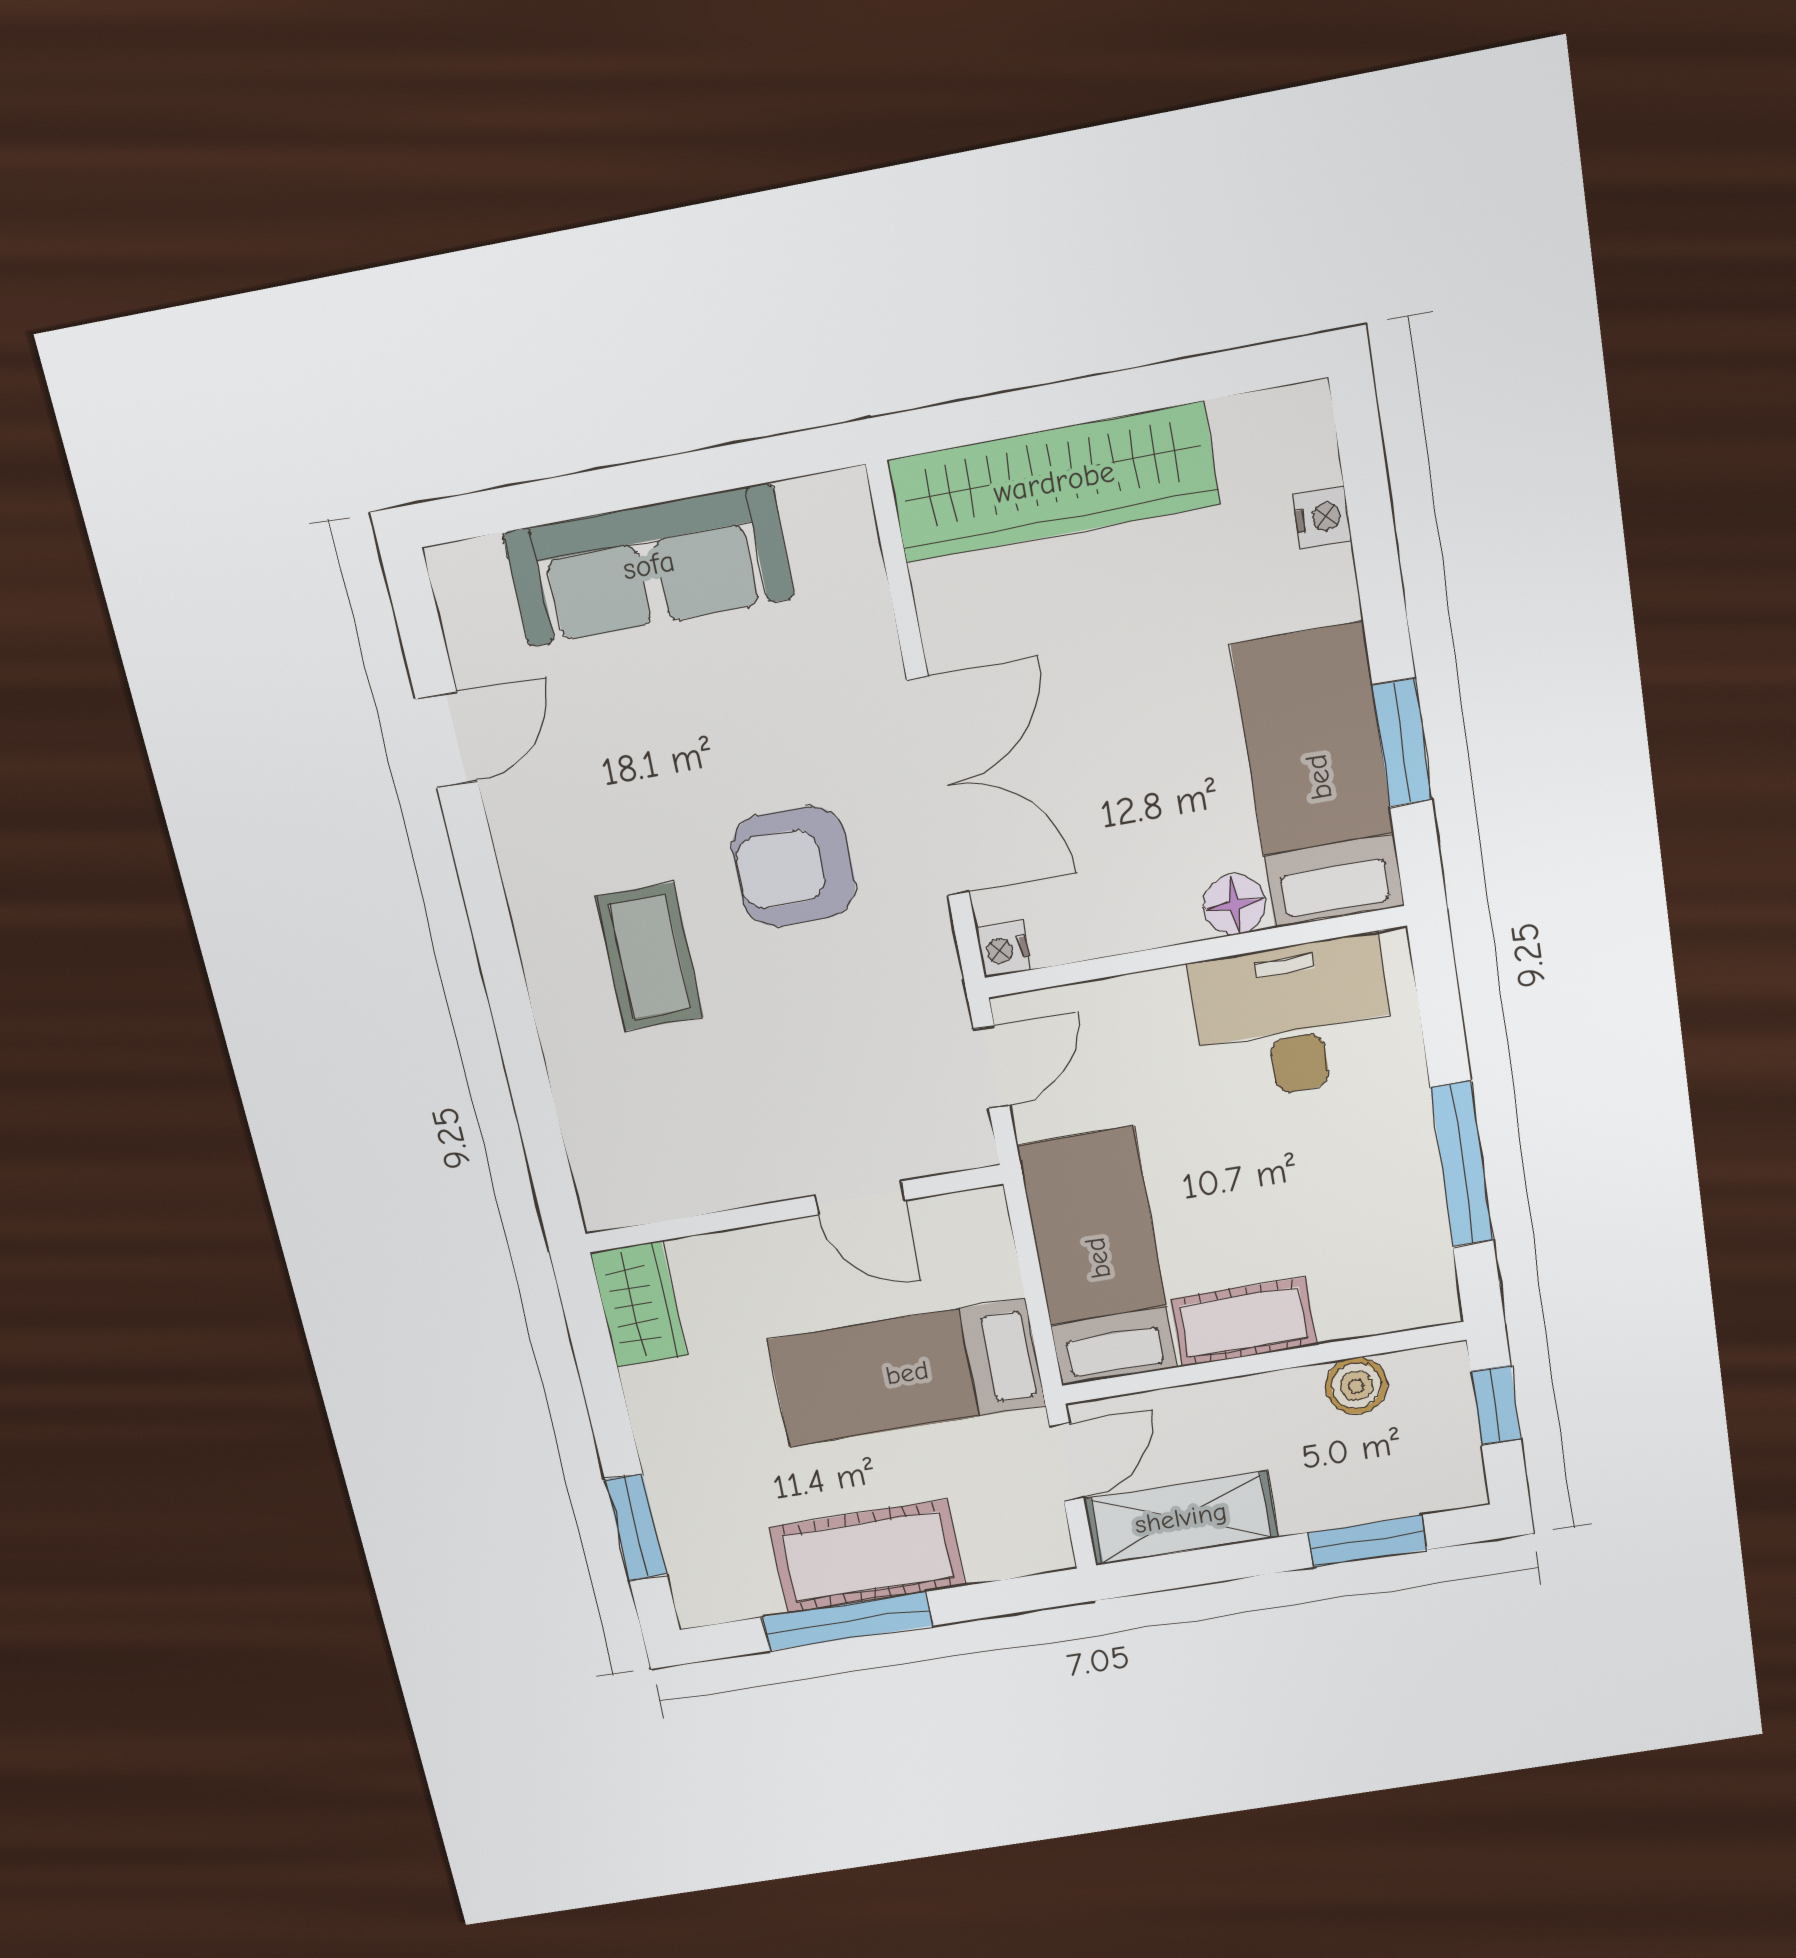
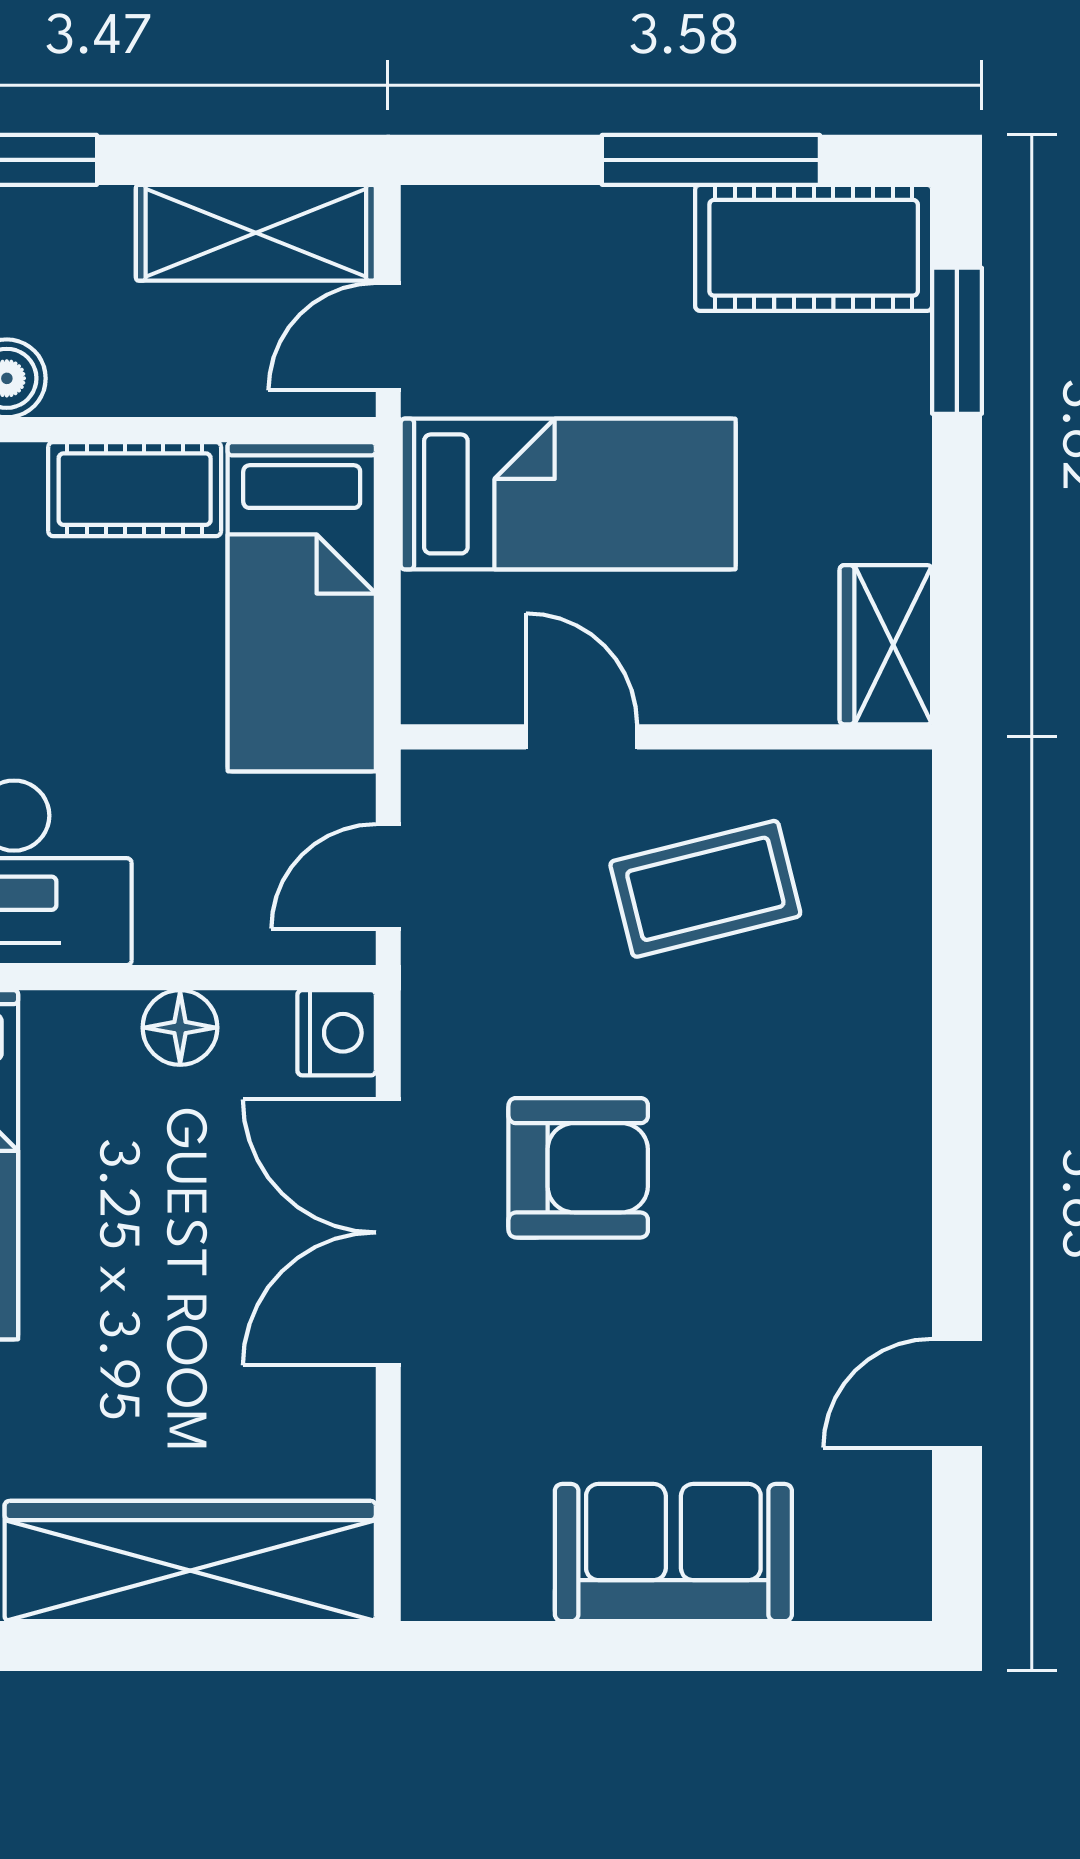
sofa: (649, 565) -> (673, 1553), width x0.73
floor lamp: (1234, 905) -> (180, 1028), moved
nightstand: (1004, 950) -> (337, 1033), width x1.39, depth x1.35
coffee table: (650, 957) -> (705, 889), moved, turned 76
cot: (867, 1557) -> (814, 248), moved

